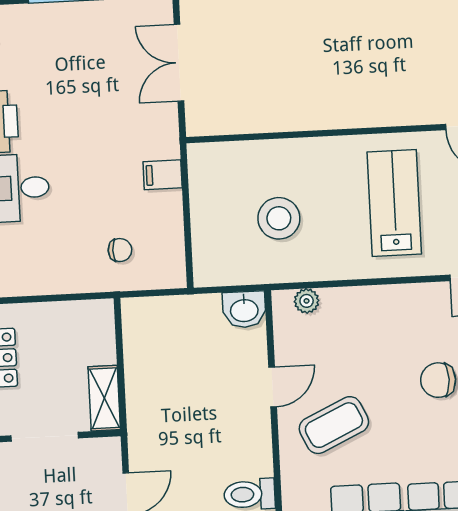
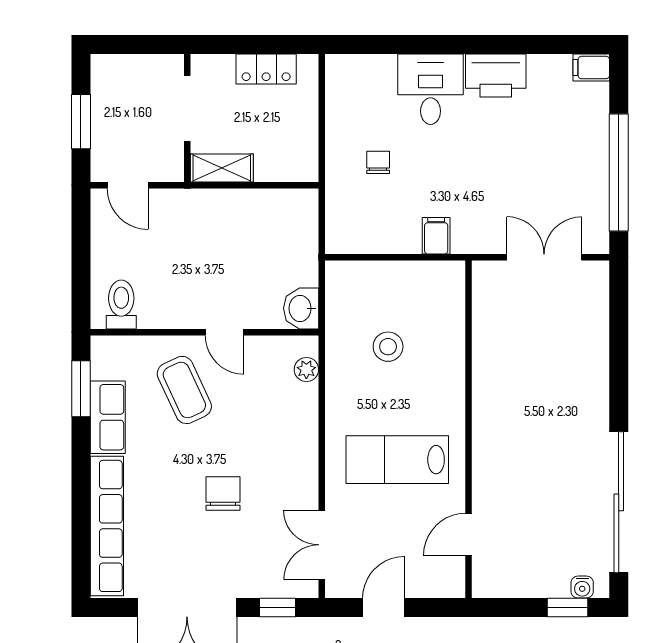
lab bench: (394, 203) -> (397, 460), turned 180
stool: (279, 218) -> (388, 347), width x0.73, depth x0.73
chair: (120, 250) -> (378, 162), moved, turned 180

